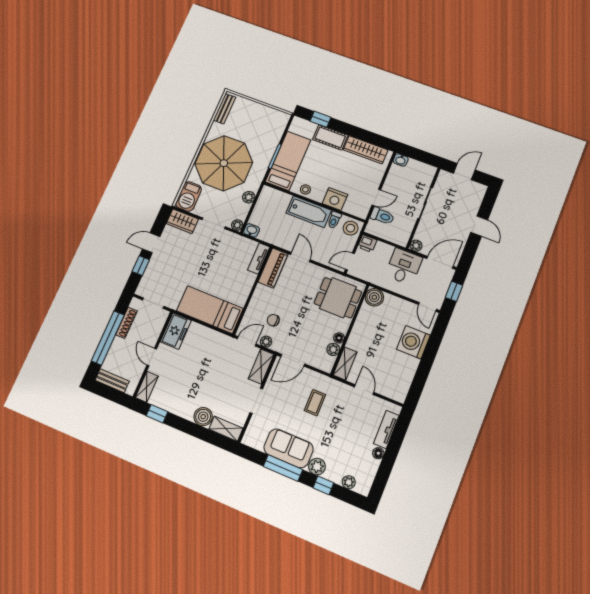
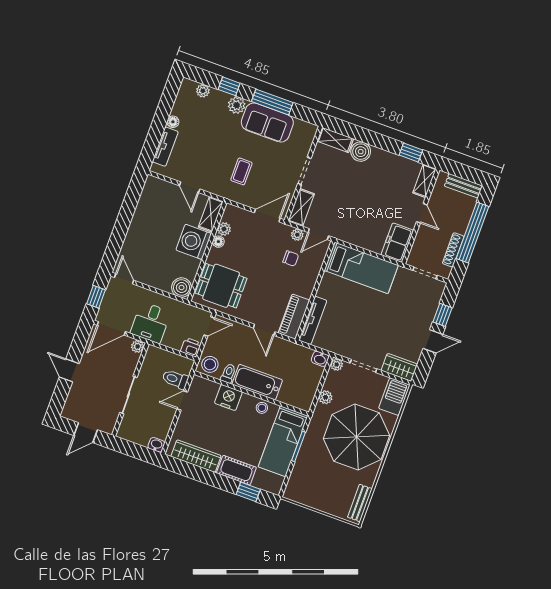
tv unit: (259, 258) -> (313, 320), width x1.41
washing machine: (413, 342) -> (194, 242), moved, turned 180

